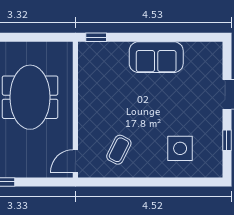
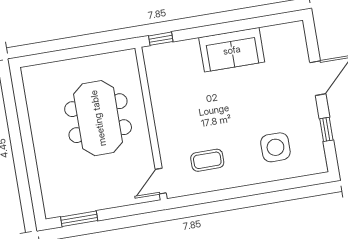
coffee table: (119, 150) -> (207, 160), turned 63

